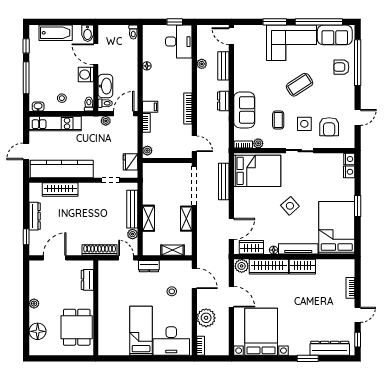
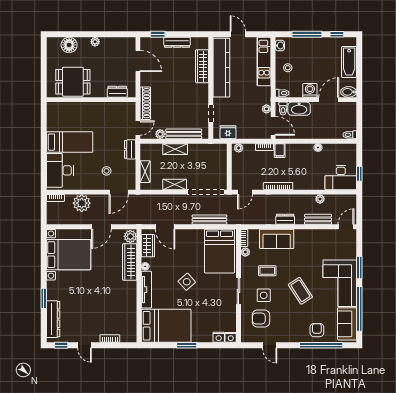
wardrobe: (302, 267) -> (130, 293), removed

